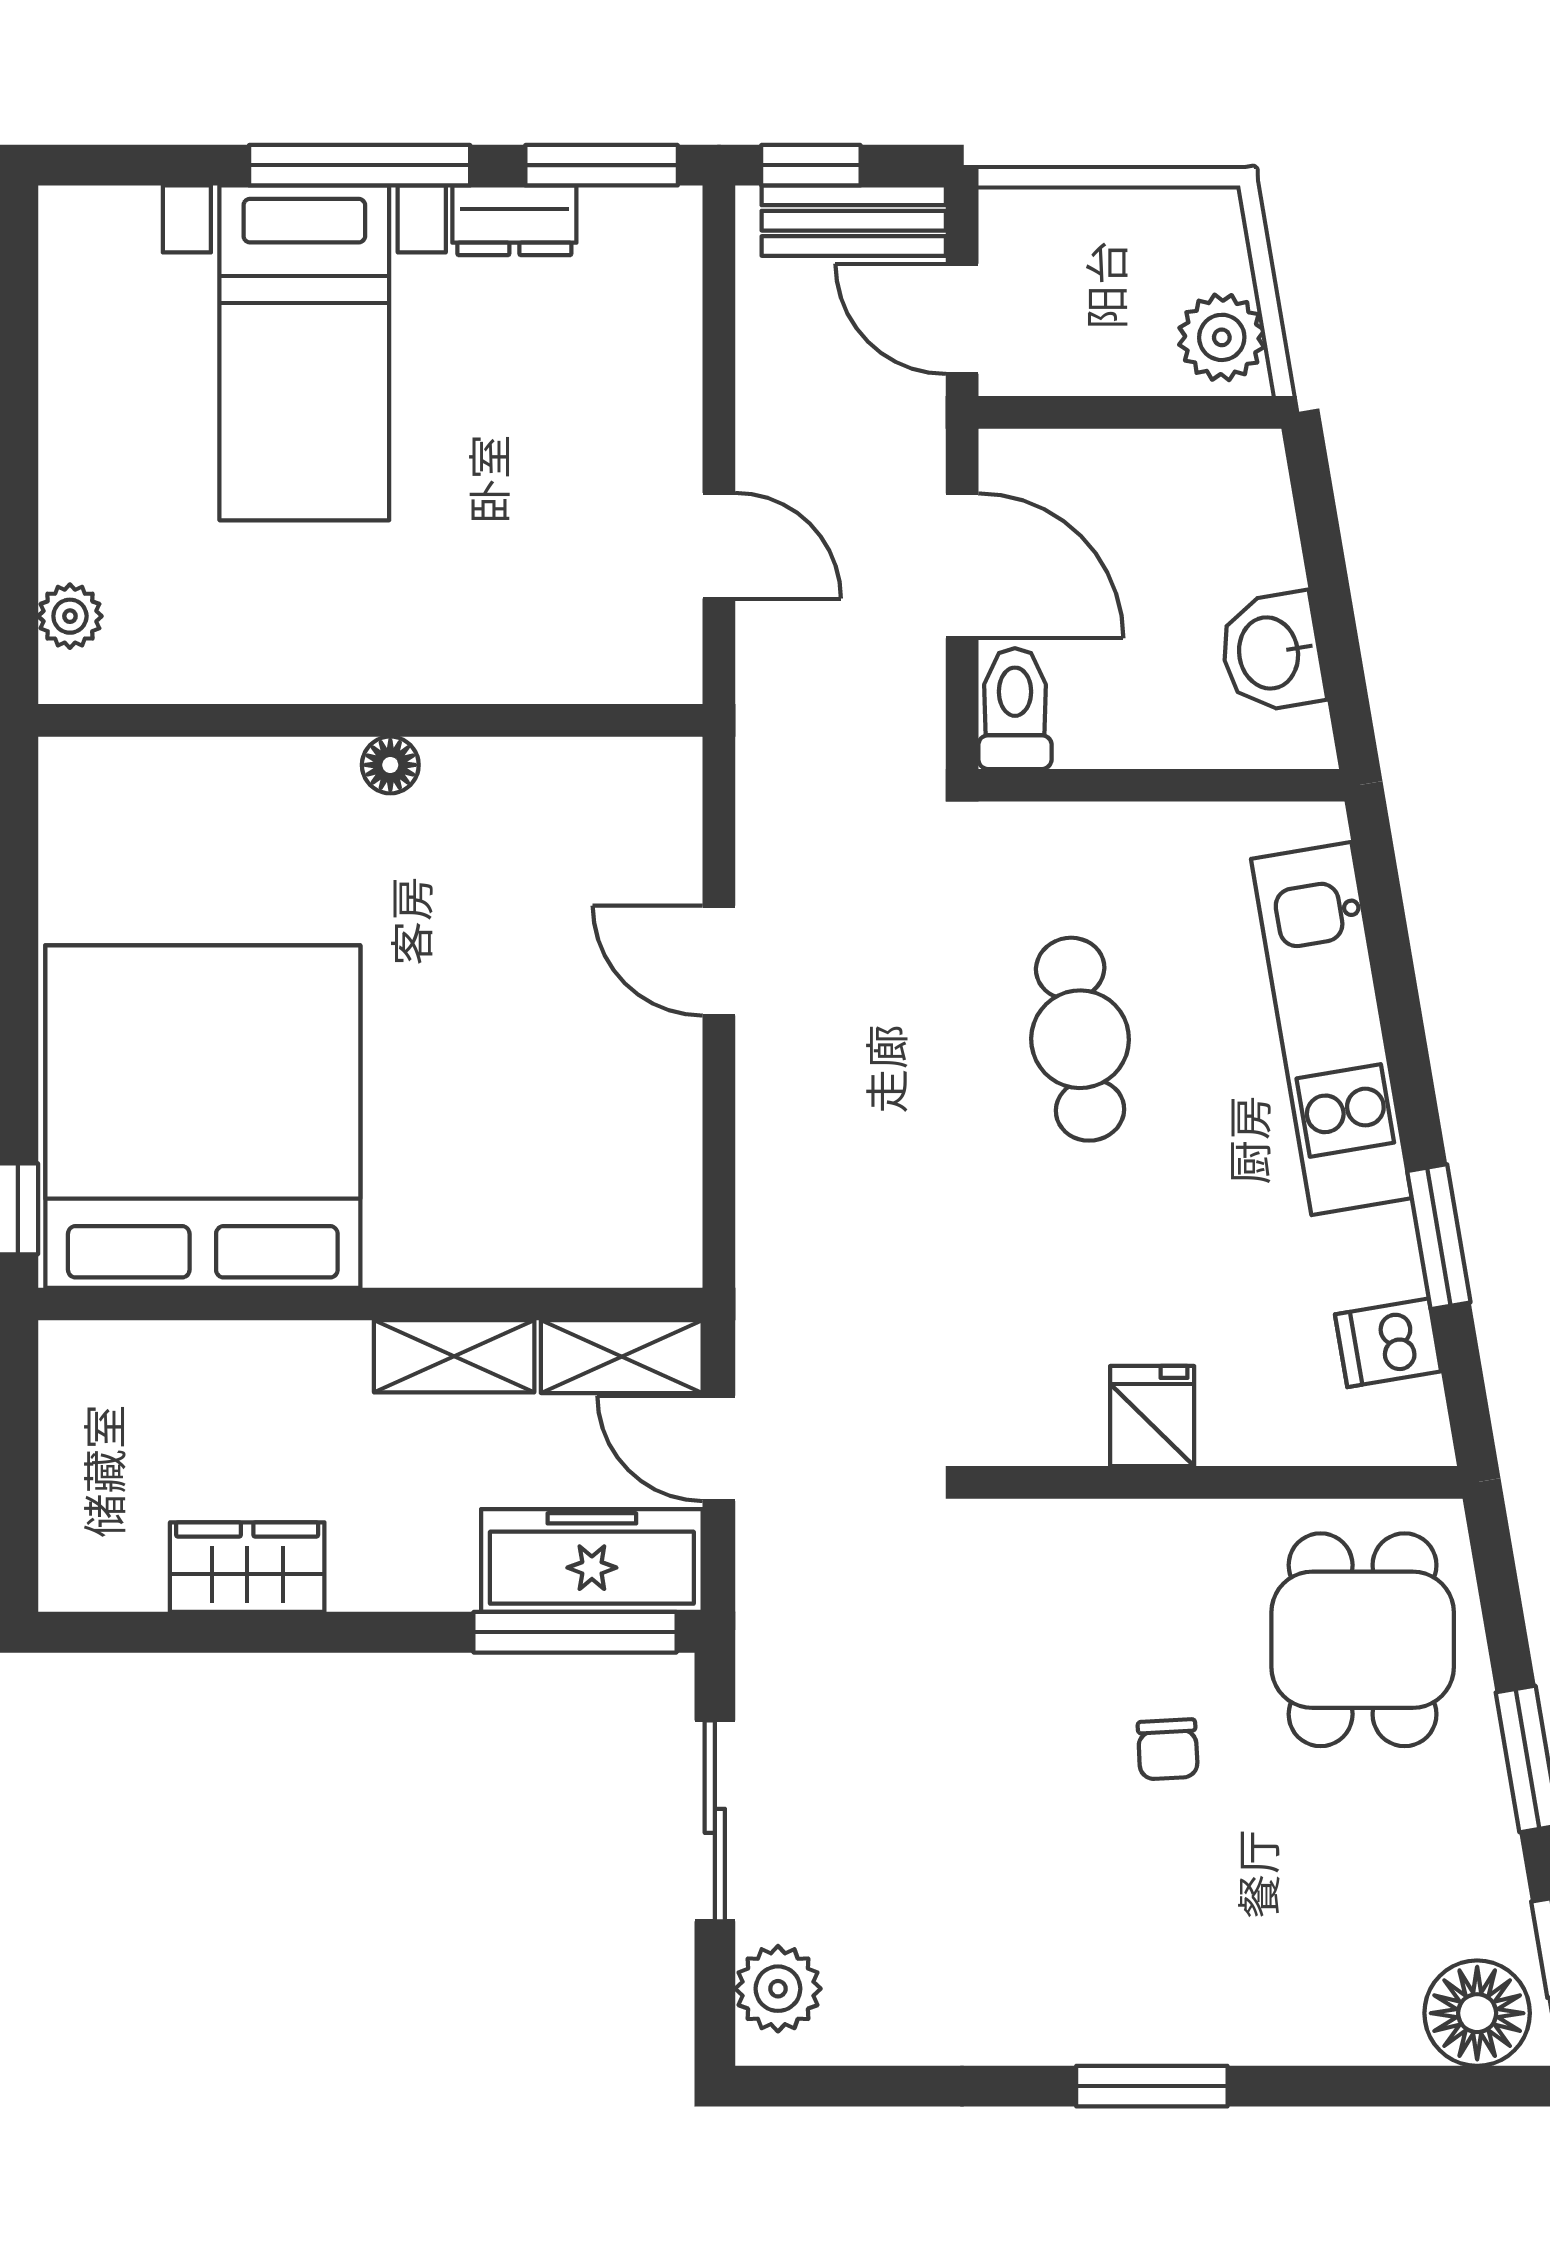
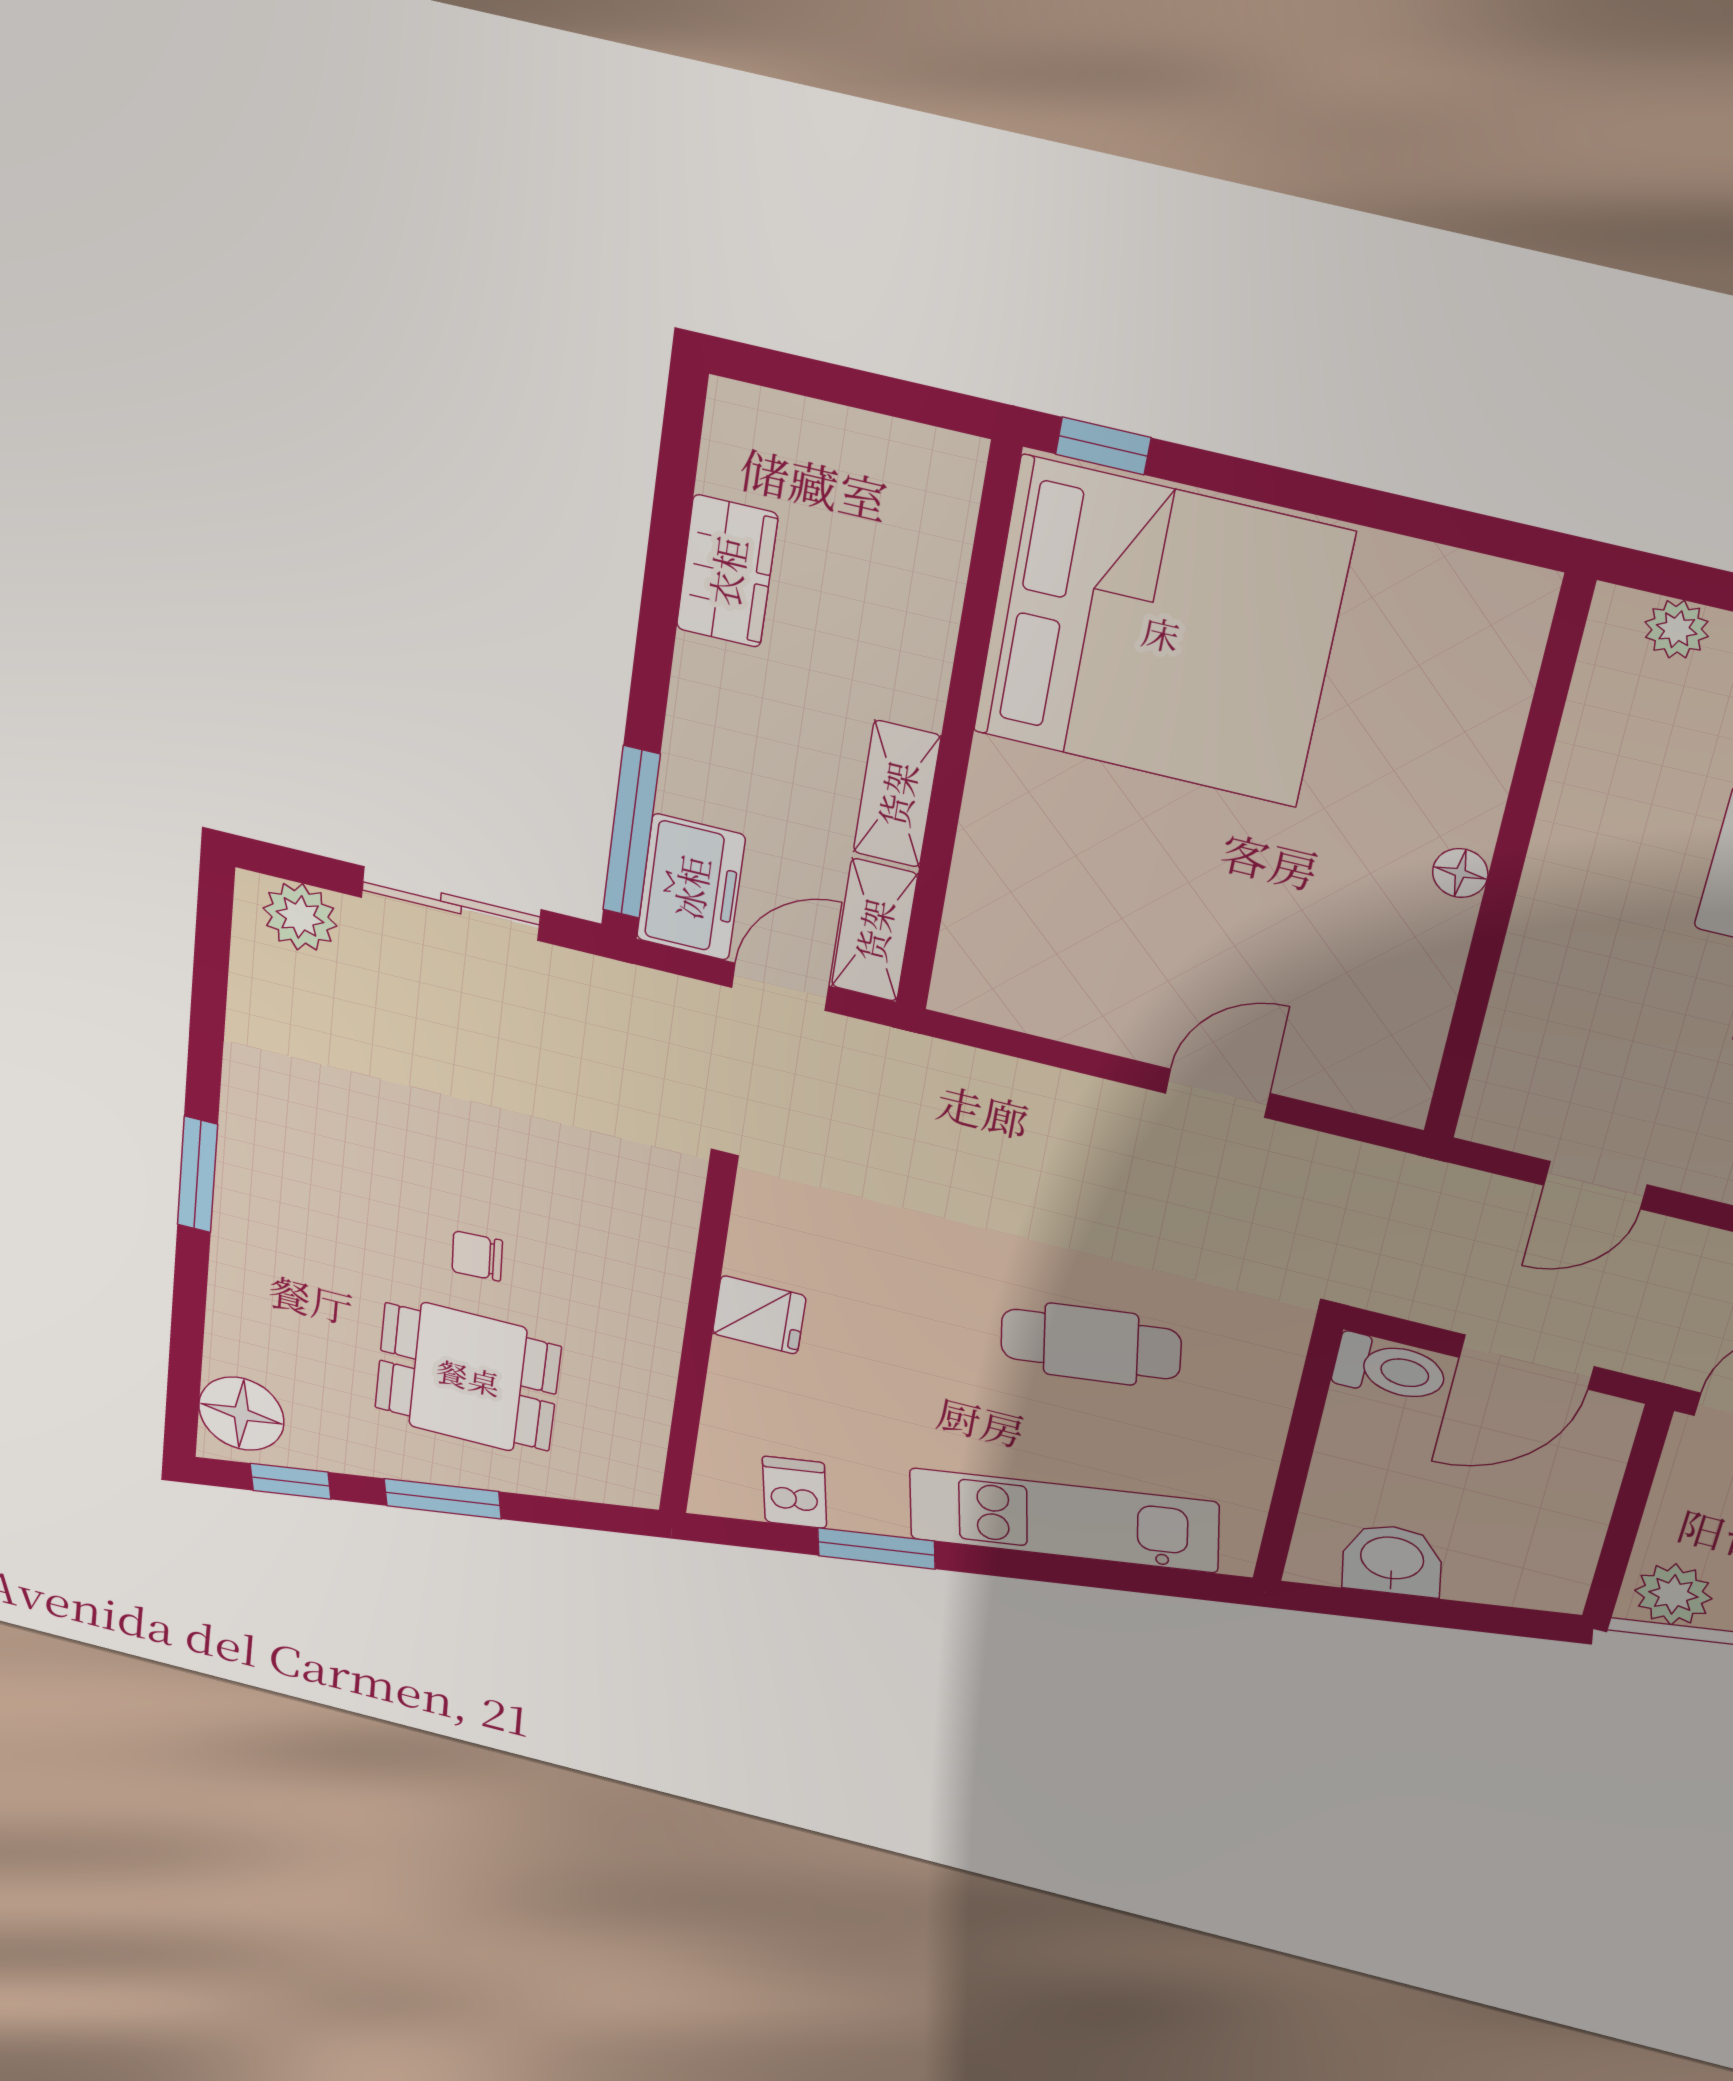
freezer: (592, 1561) -> (691, 887), width x0.71
dining table: (1363, 1640) -> (468, 1377), moved

